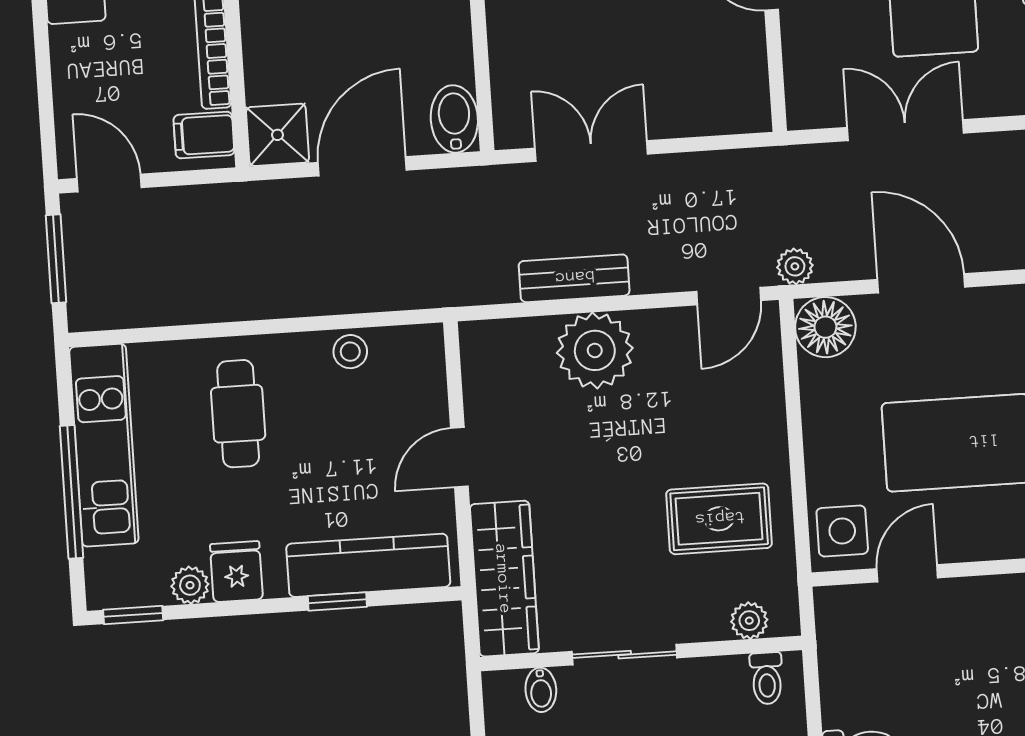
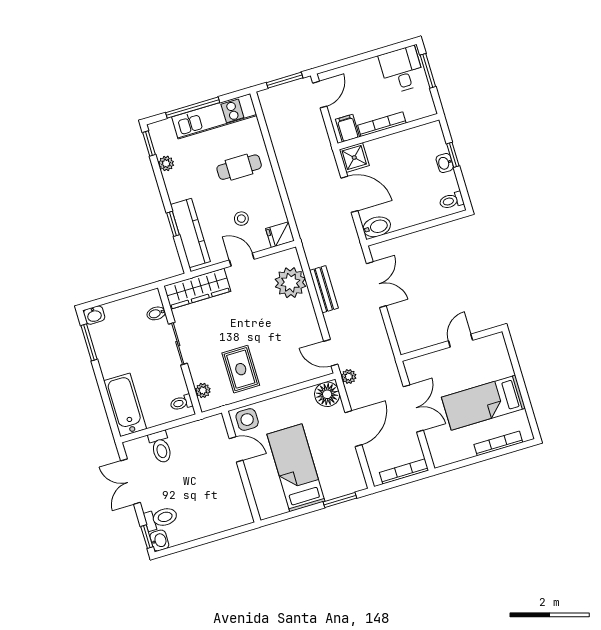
plant: (595, 350) -> (290, 283), moved
stool: (350, 352) -> (241, 219), moved
fridge: (236, 572) -> (280, 235), moved, turned 180

